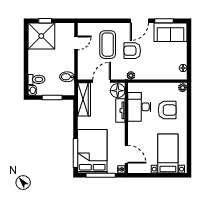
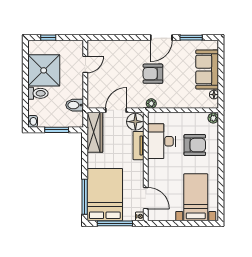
sofa: (171, 32) -> (207, 70), moved, turned 90
shower: (41, 36) -> (44, 70), moved
coffee table: (108, 45) -> (123, 66), removed
toilet: (36, 79) -> (38, 93), moved

